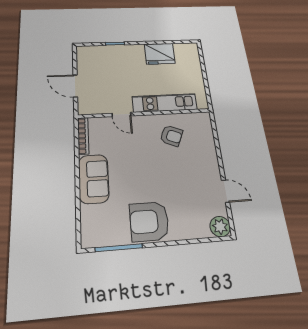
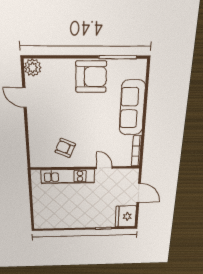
fridge: (160, 54) -> (126, 216), moved, turned -90
sofa: (94, 179) -> (132, 108), width x1.36

